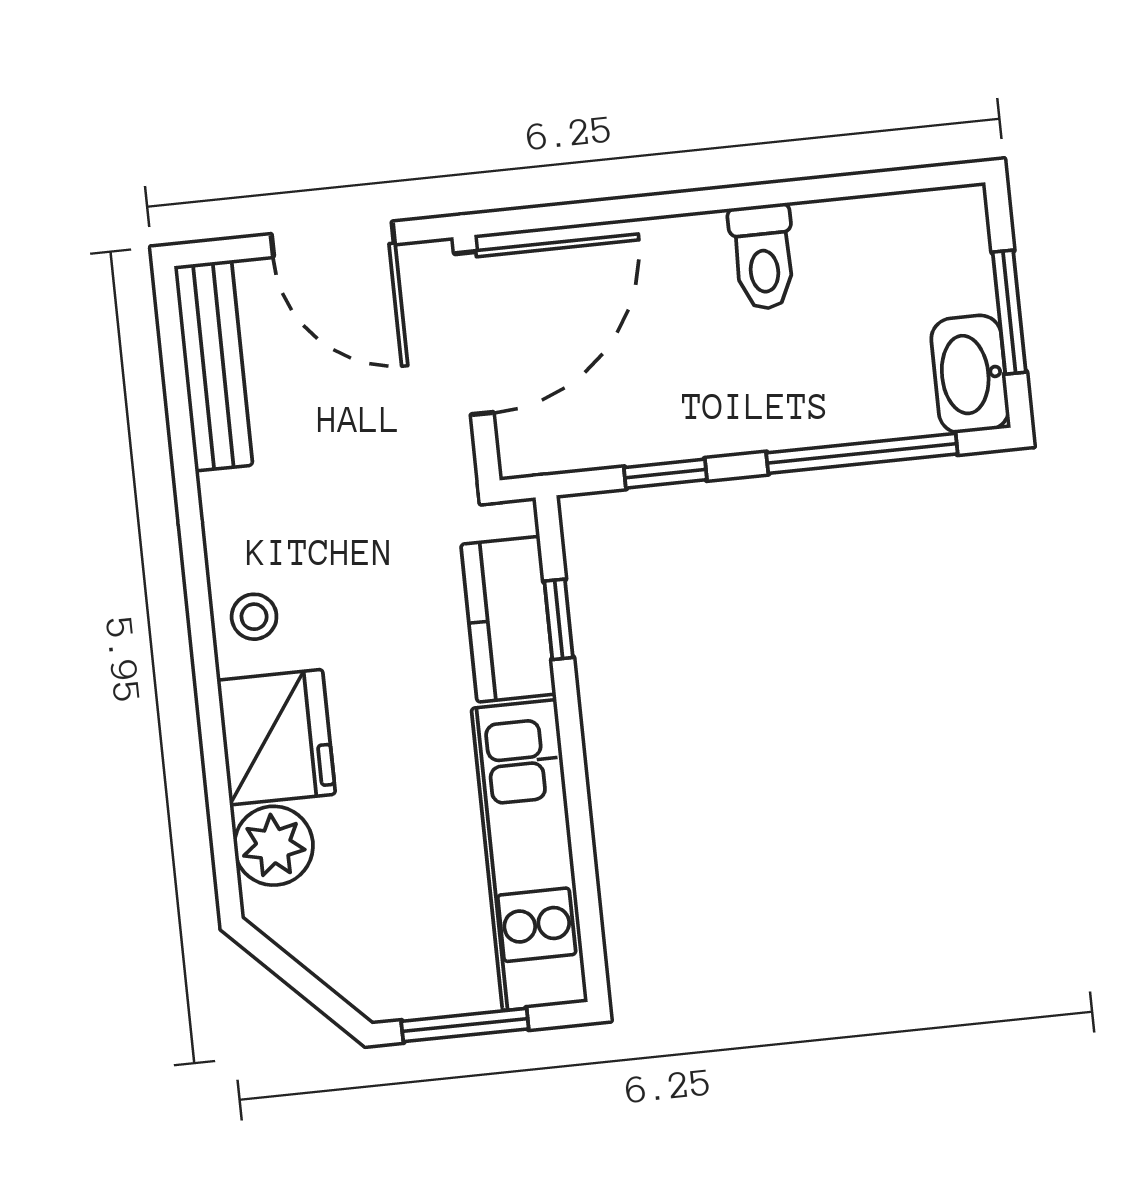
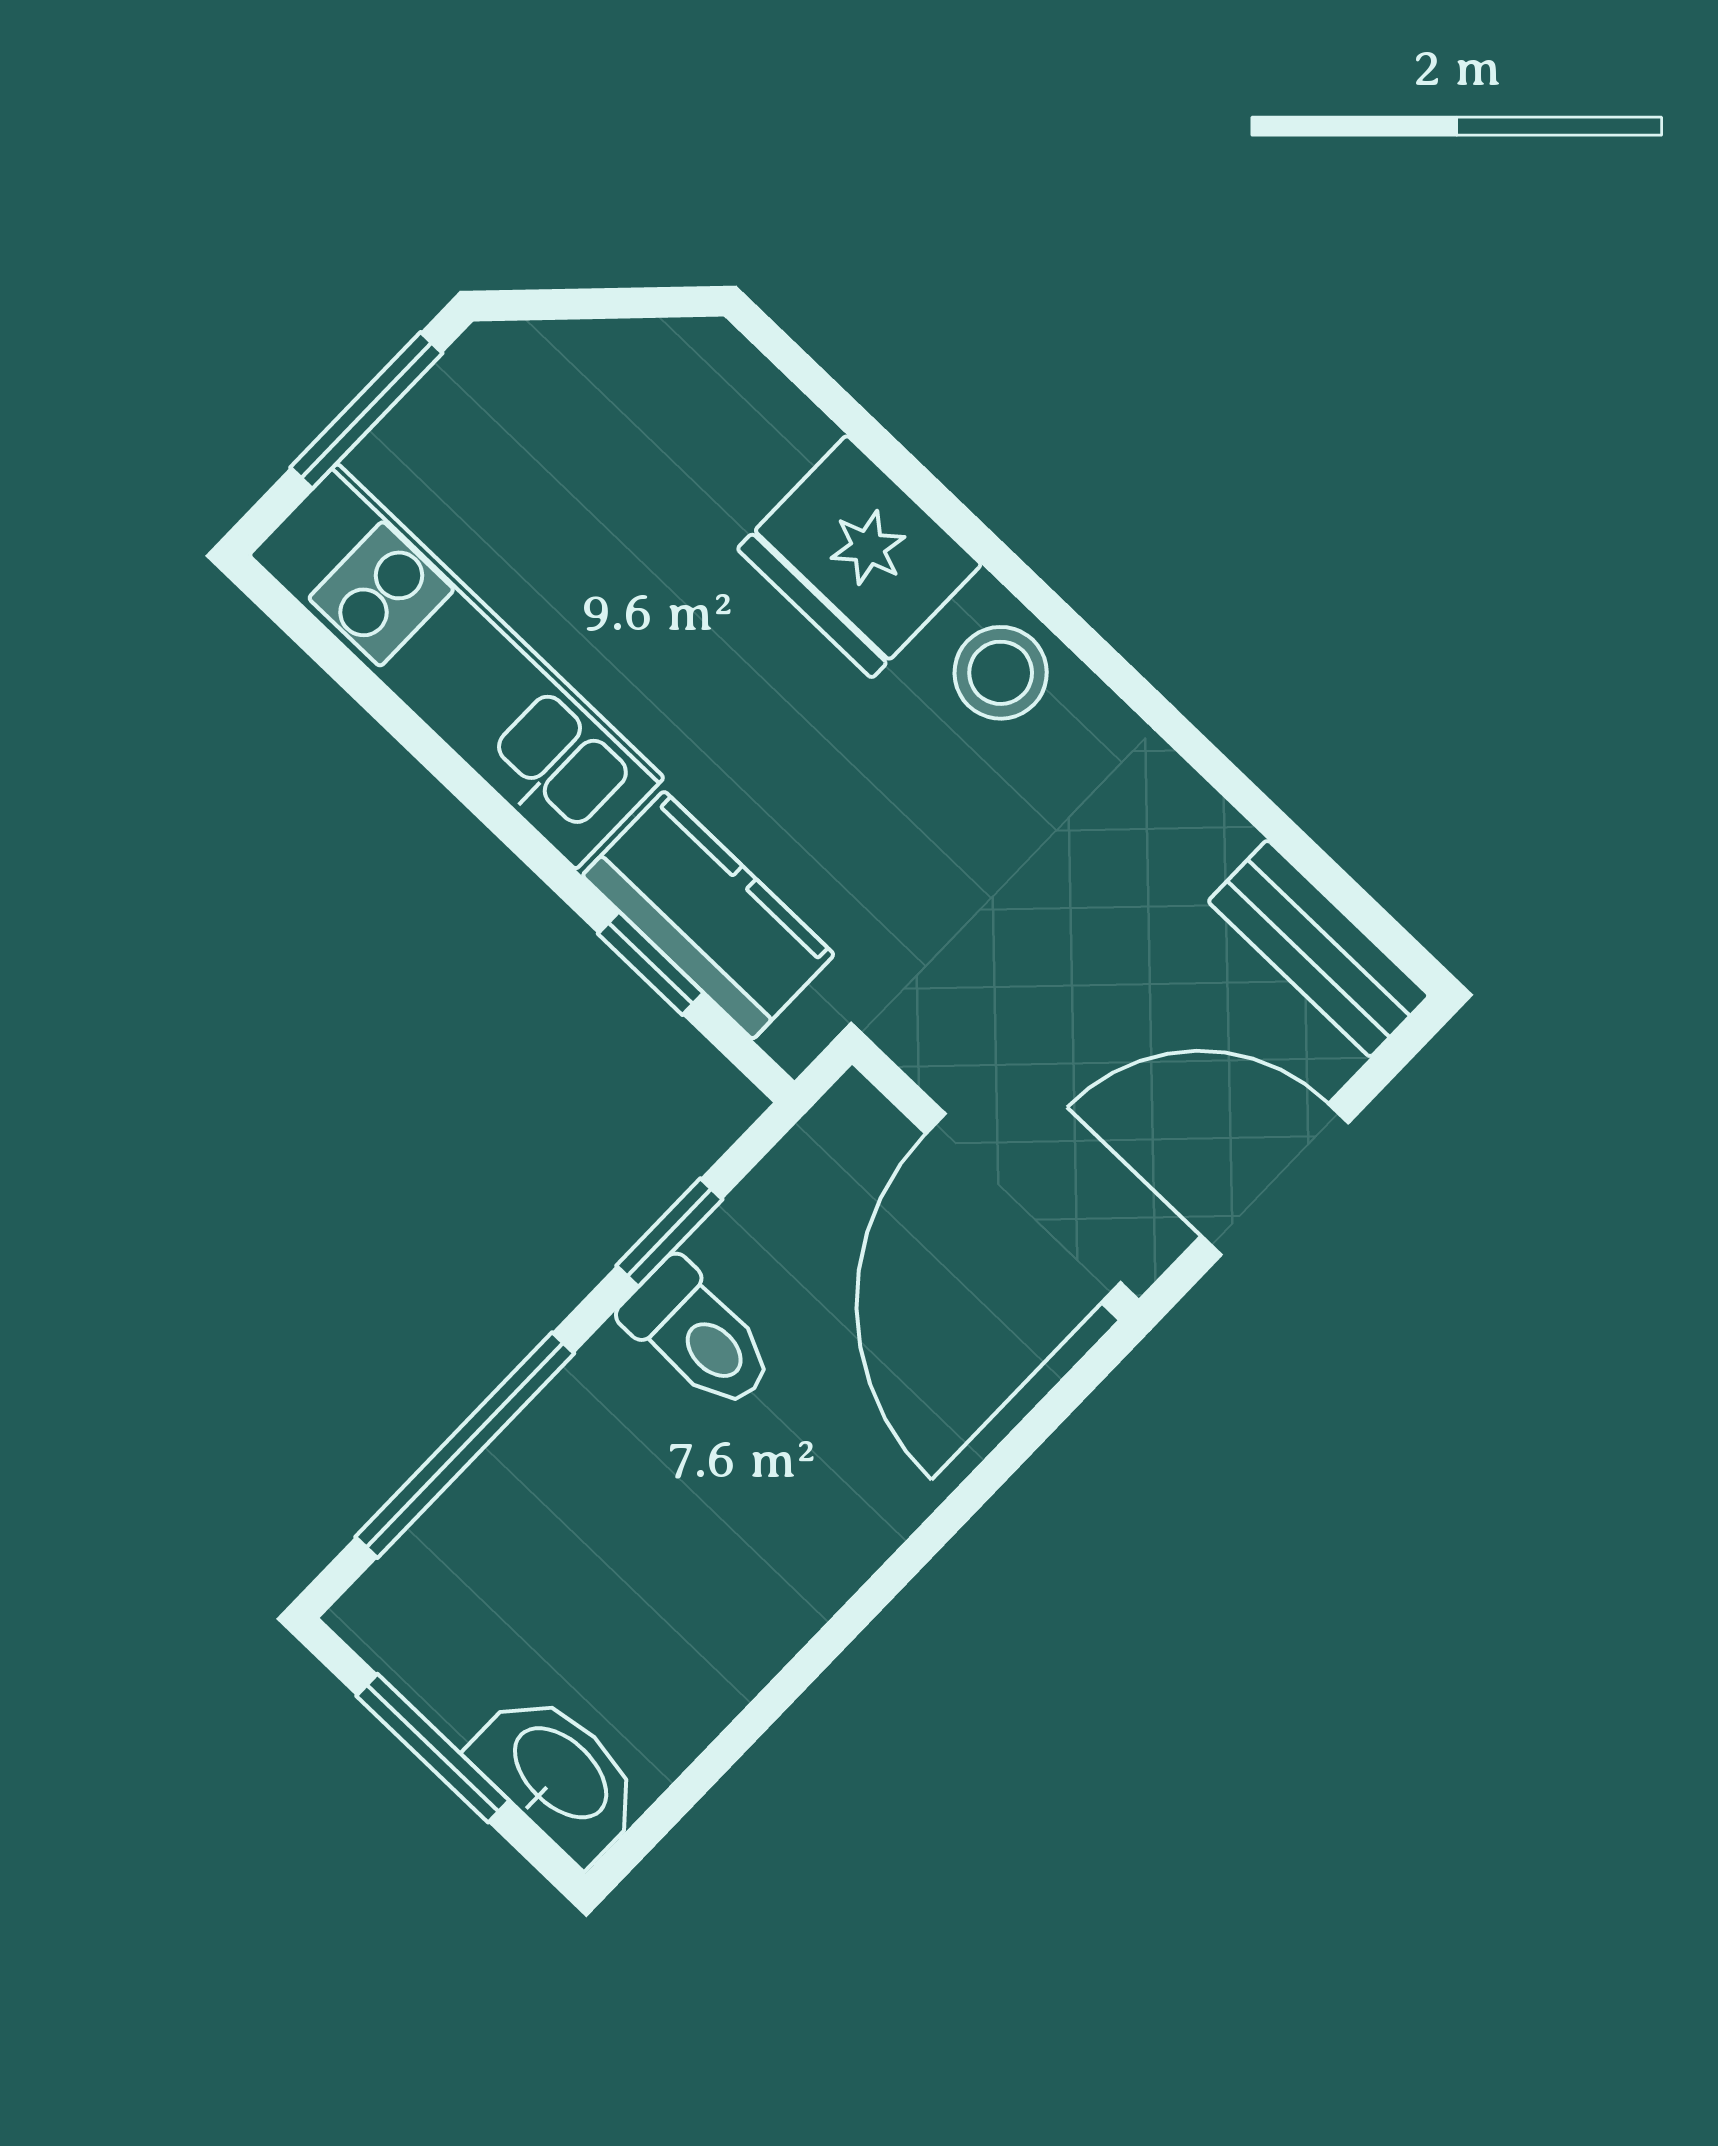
toilet: (763, 257) -> (699, 1335), moved, turned 180
bench: (213, 366) -> (1319, 948), width x0.73
washbasin: (970, 374) -> (558, 1775), moved
stool: (254, 617) -> (1001, 673), width x1.37, depth x1.37
plant: (274, 846) -> (758, 430), removed

